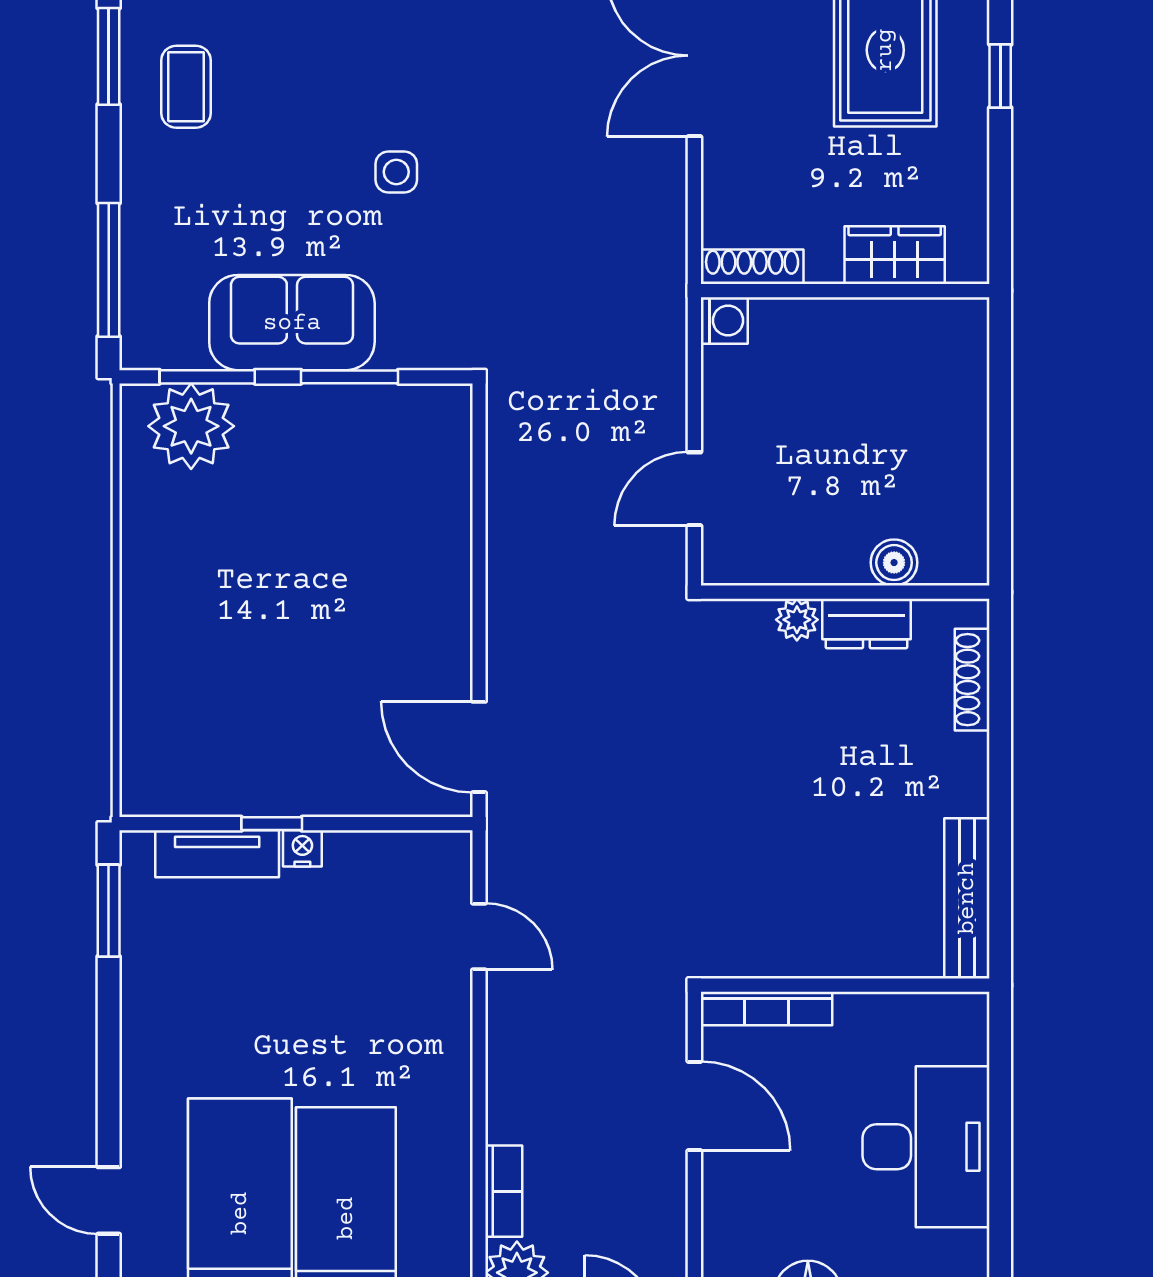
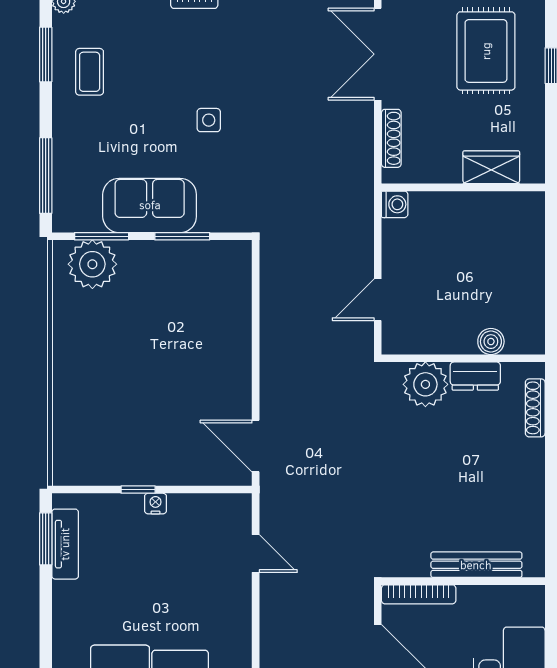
shoe rack: (752, 267) -> (391, 138), moved, turned 90
plant: (797, 620) -> (425, 384), width x1.88, depth x1.88
tv unit: (217, 854) -> (65, 544), moved, turned -90
bench: (967, 898) -> (476, 565), moved, turned 90

